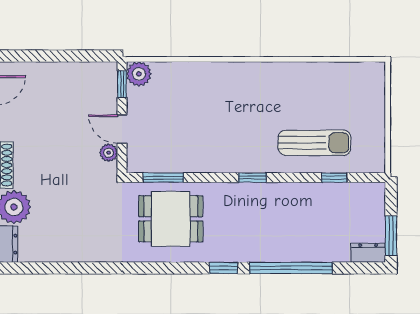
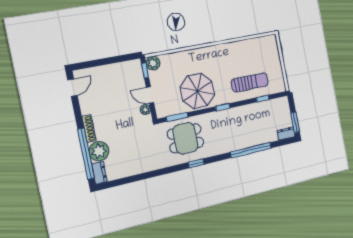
parasol: (210, 139) -> (197, 91), added
window: (224, 268) -> (196, 163), moved

